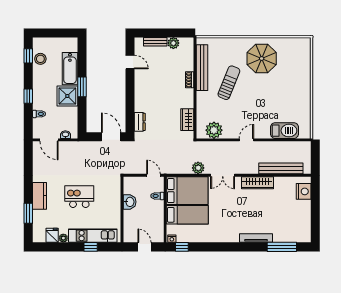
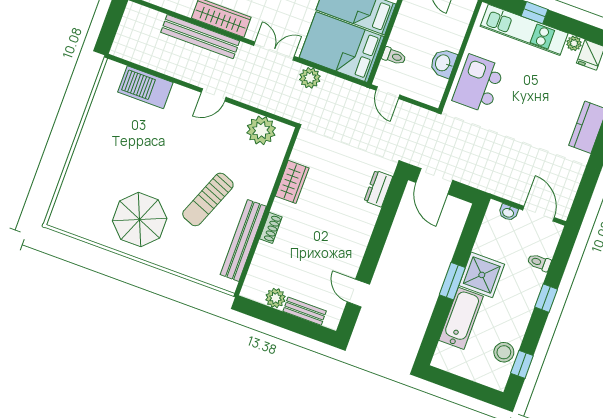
wardrobe: (187, 120) -> (292, 182), moved
bench: (281, 168) -> (200, 37), moved
kitchen island: (79, 197) -> (478, 84), moved, turned 90

